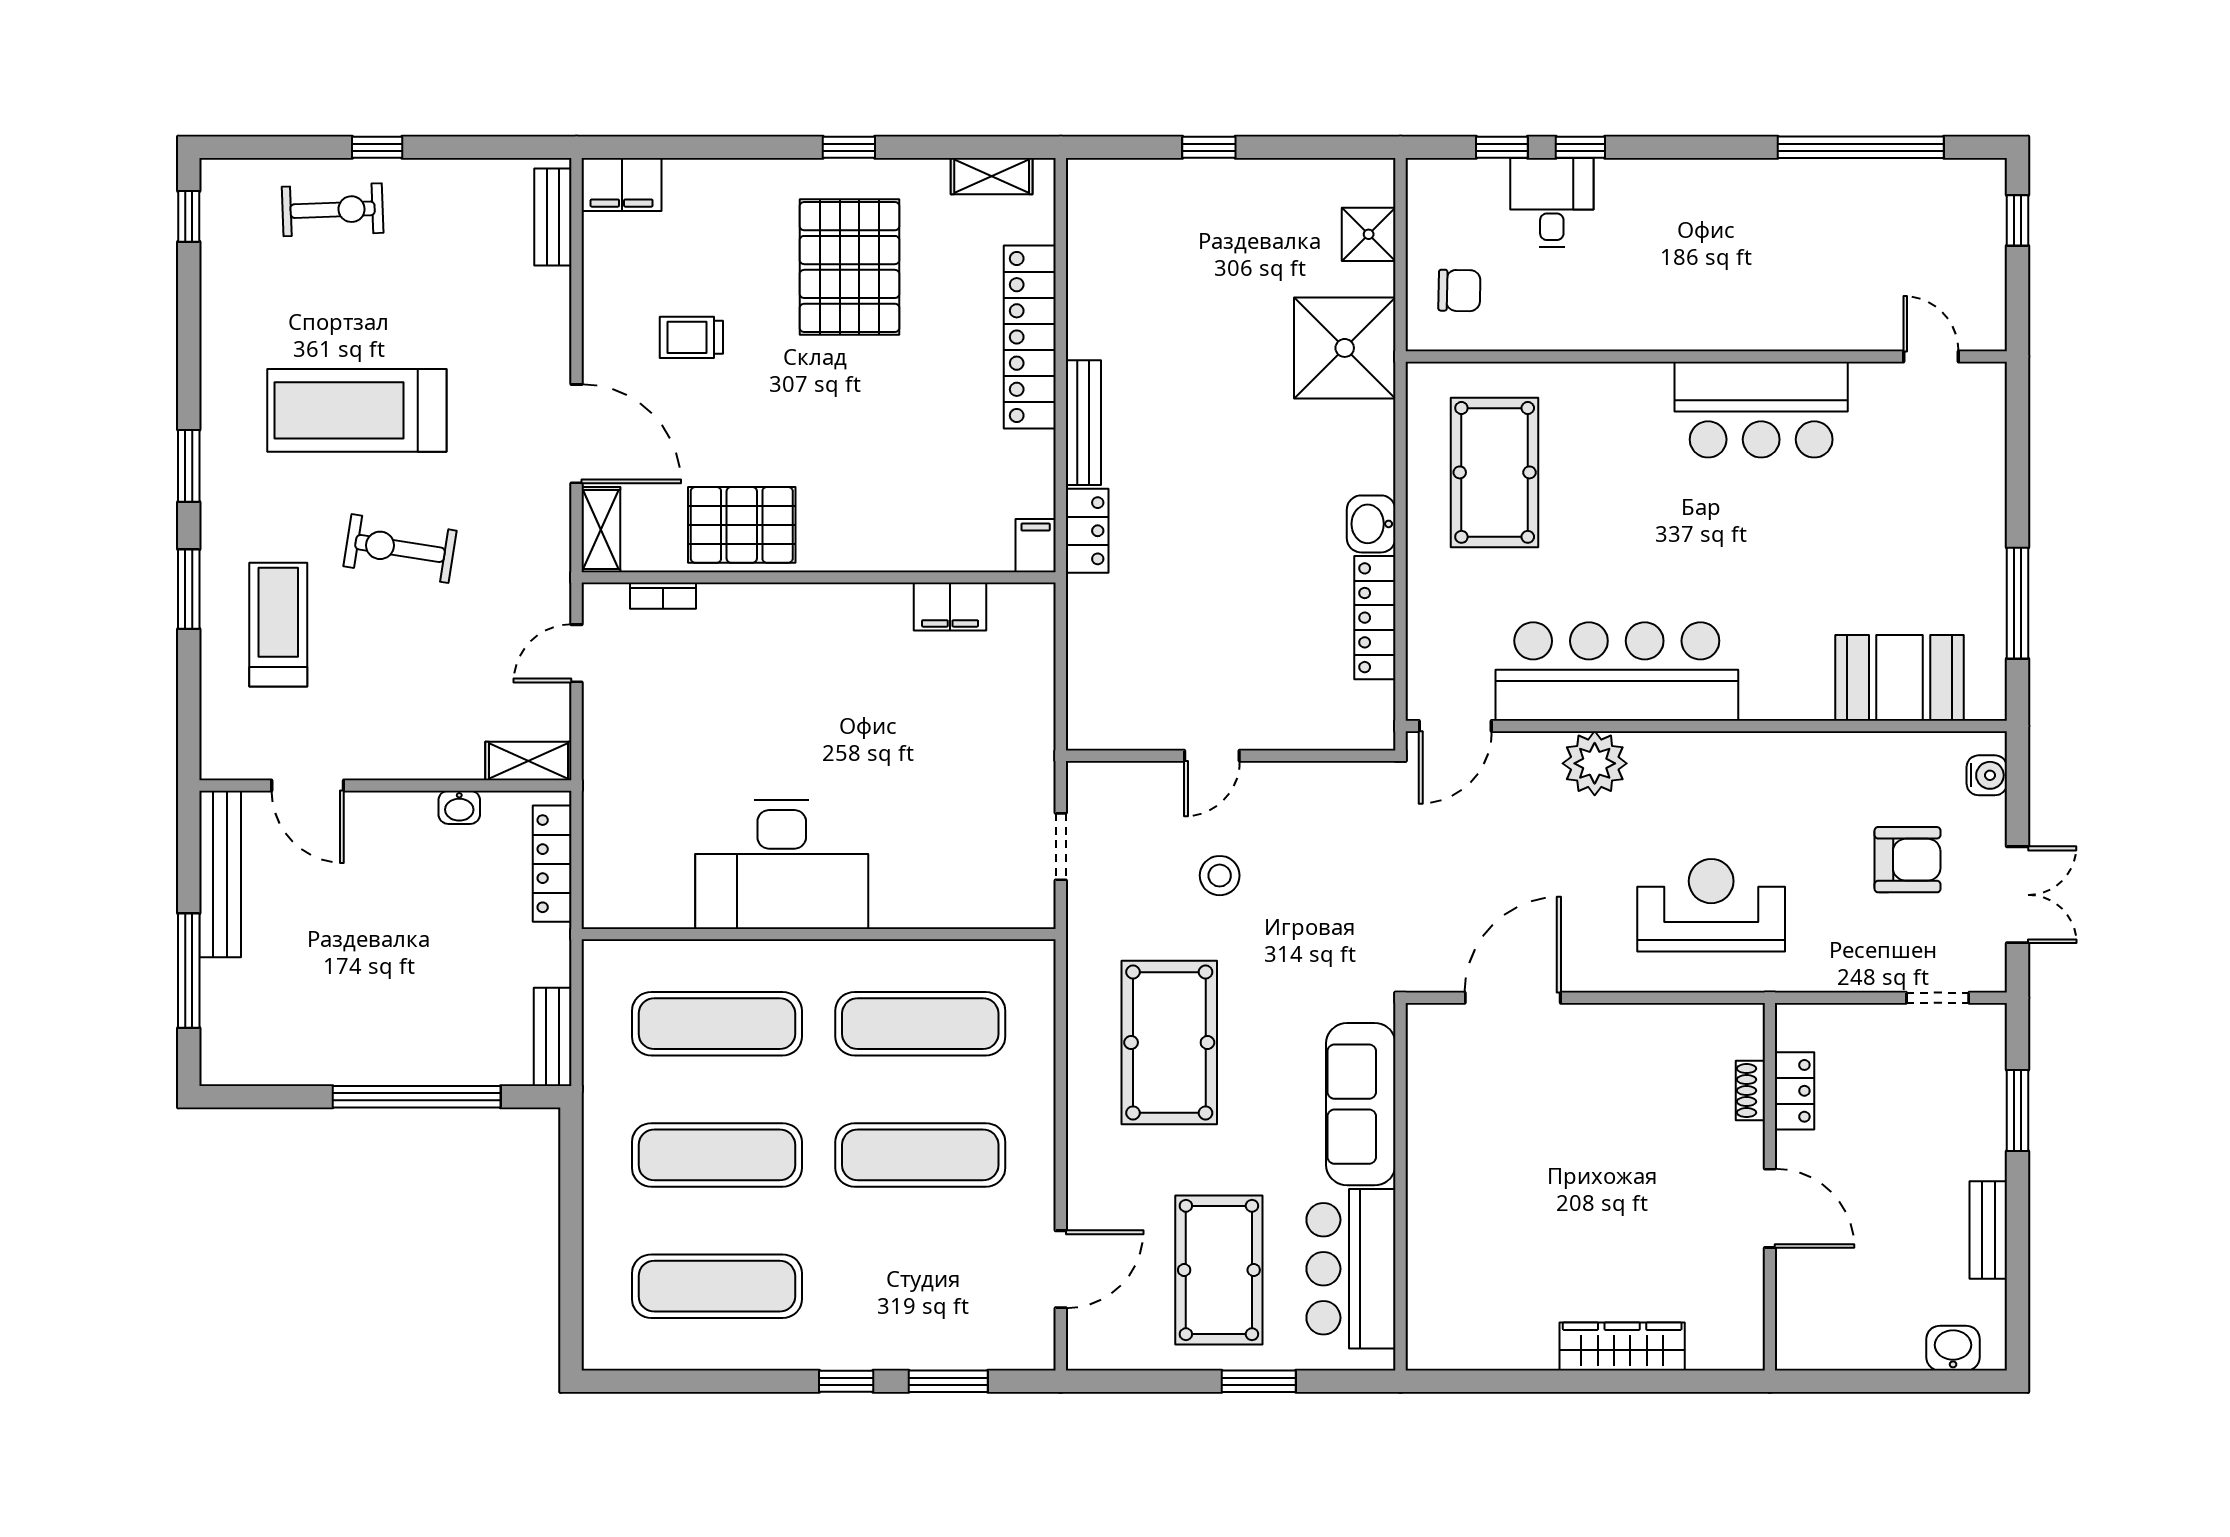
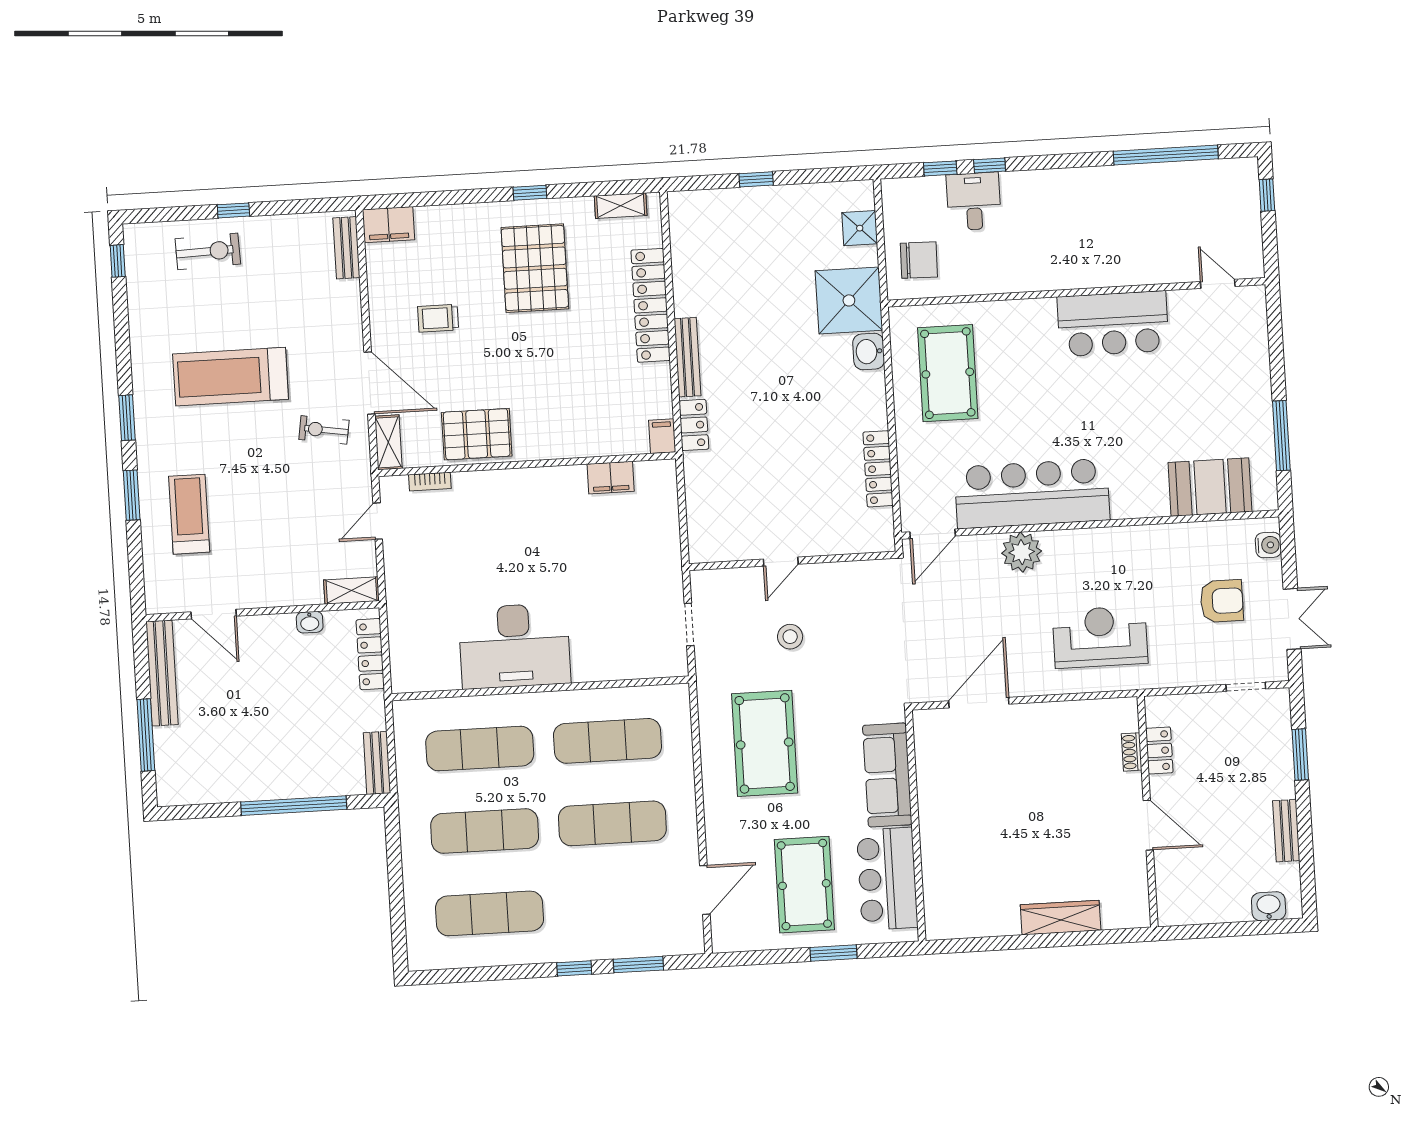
chair: (1459, 290) -> (919, 260), width x1.37, depth x1.37
washbasin: (1371, 524) -> (869, 351), moved
exercise bike: (400, 549) -> (324, 430), moved, width x0.73, depth x0.72

